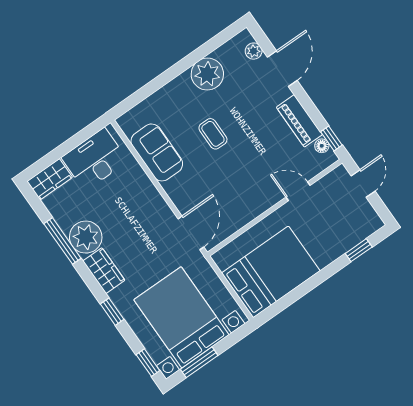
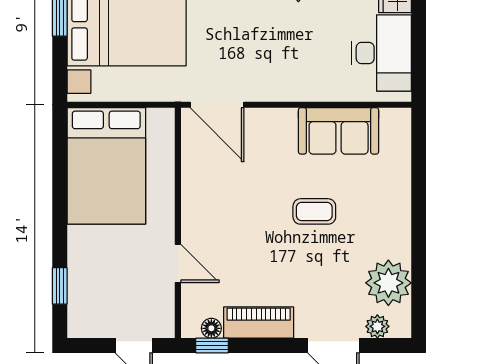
plant: (207, 74) -> (388, 283), moved
door: (298, 191) -> (178, 263), hinge flipped

